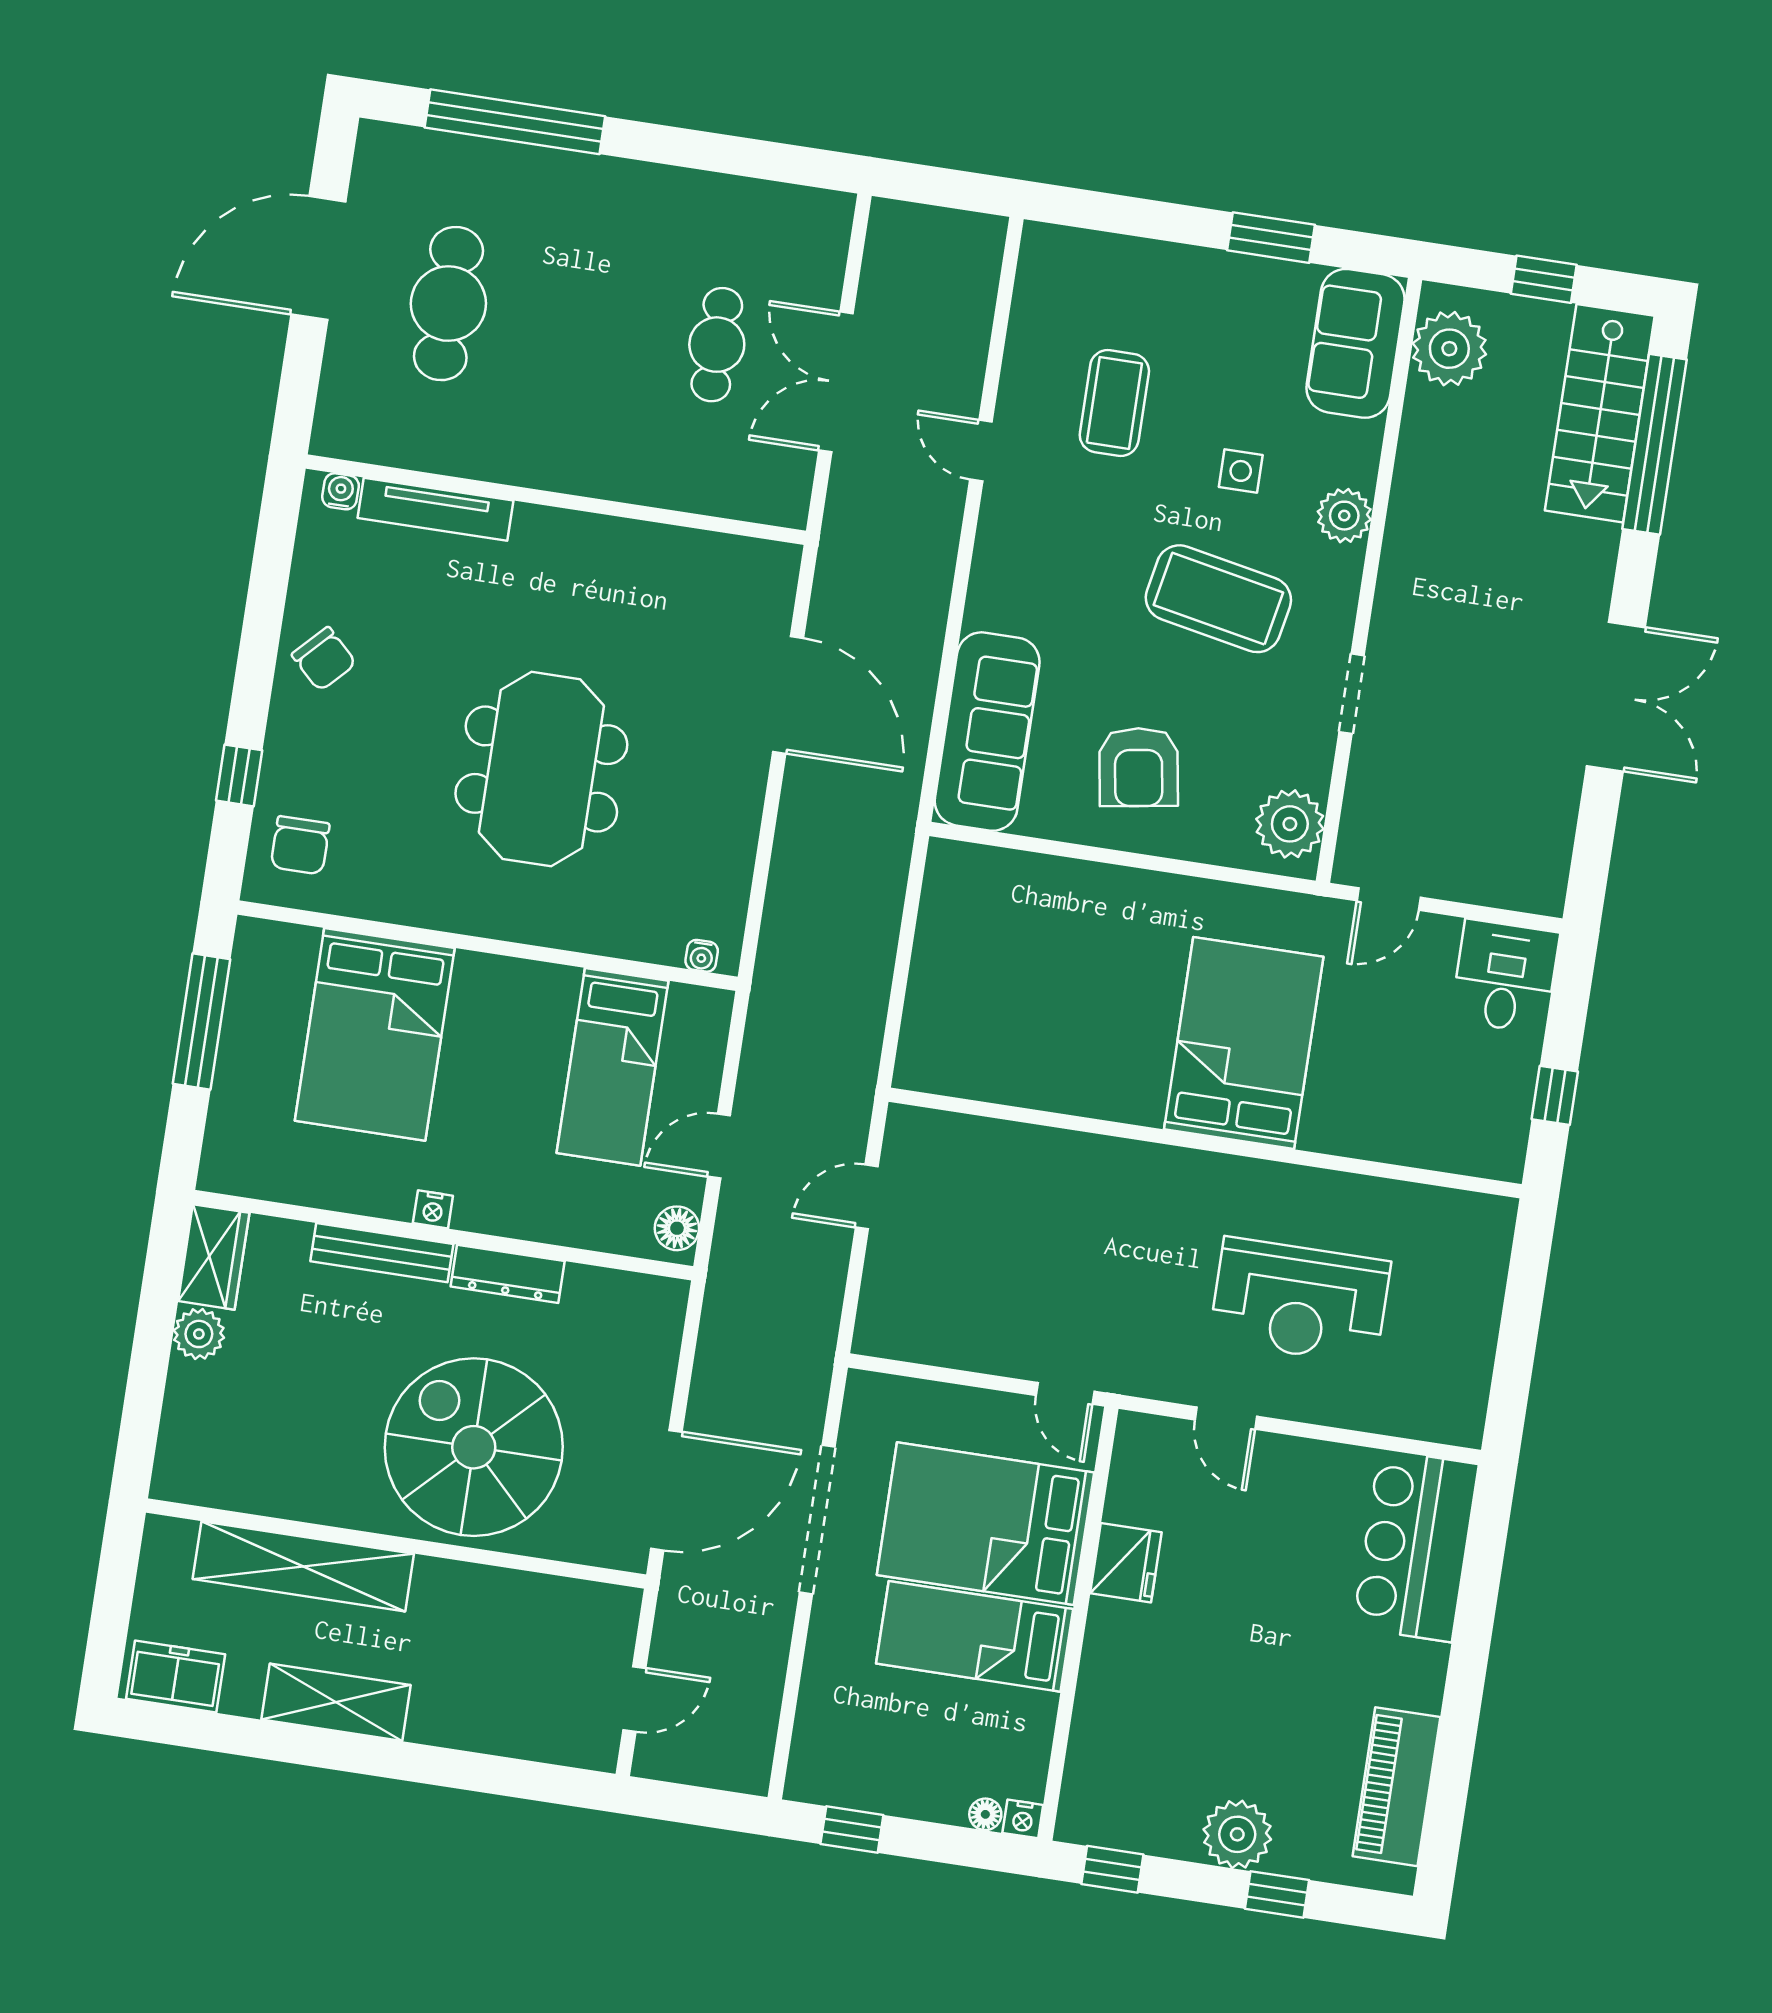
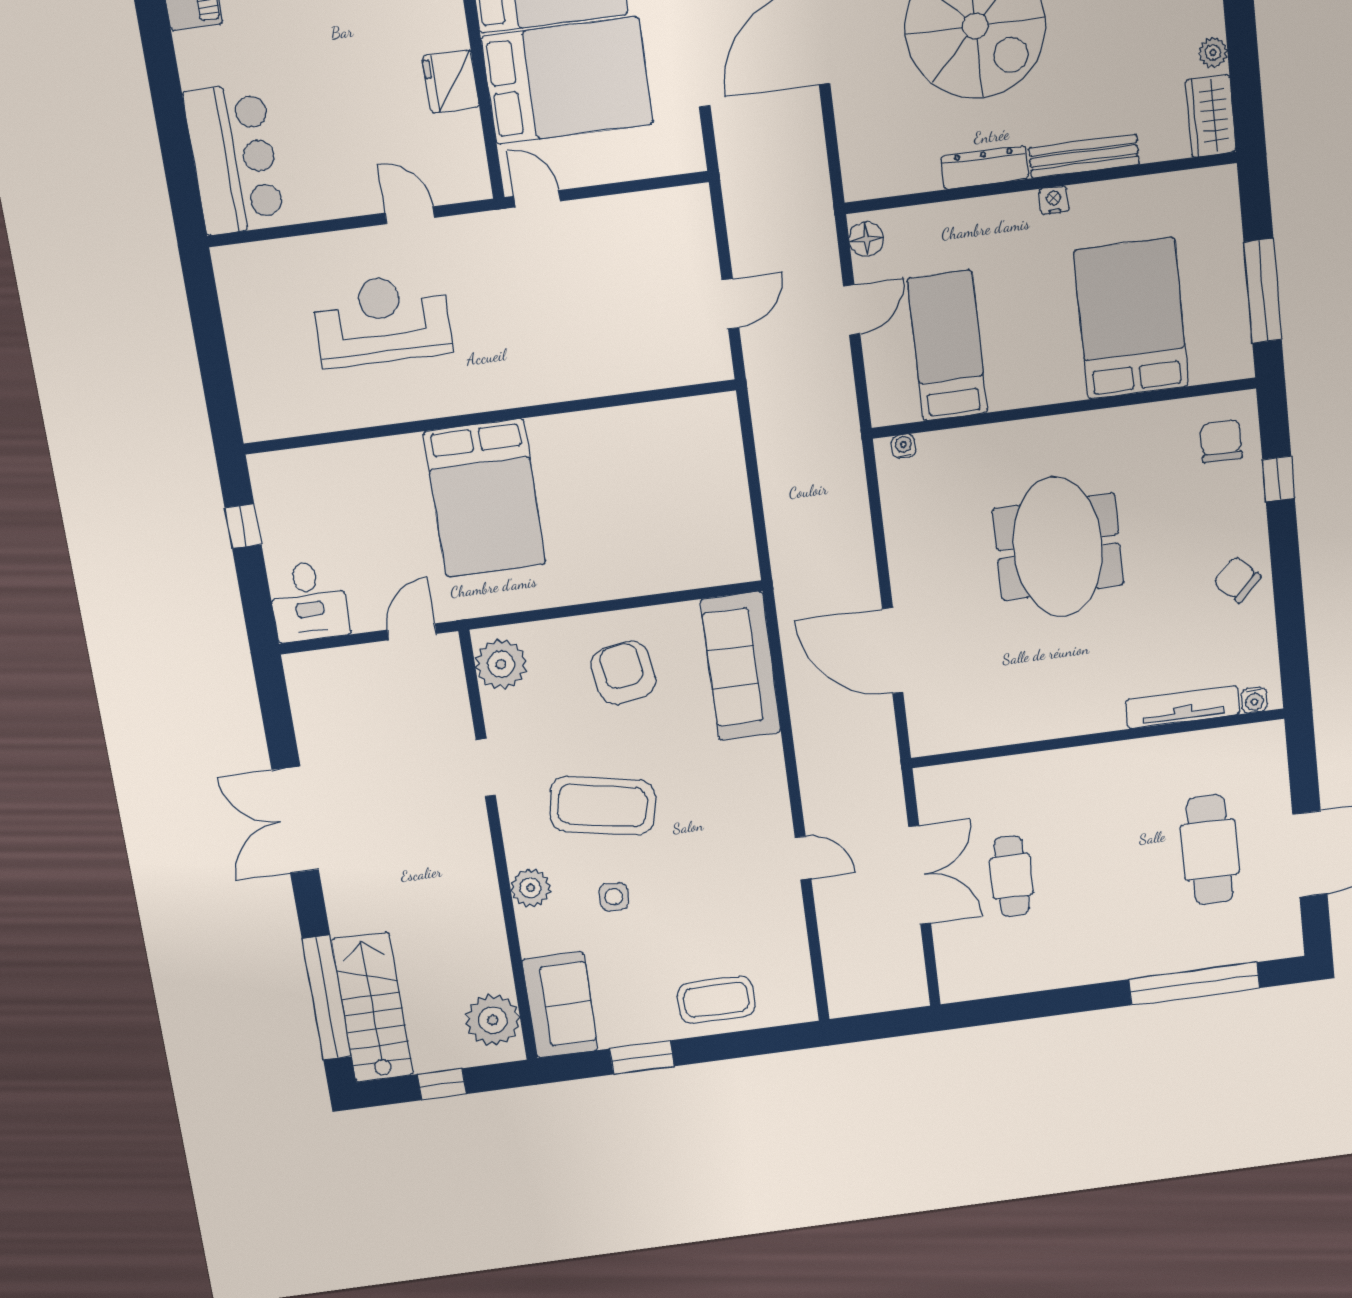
coffee table: (1114, 403) -> (716, 1000), moved, turned 90
plant: (199, 1334) -> (1213, 52), width x0.73, depth x0.73

